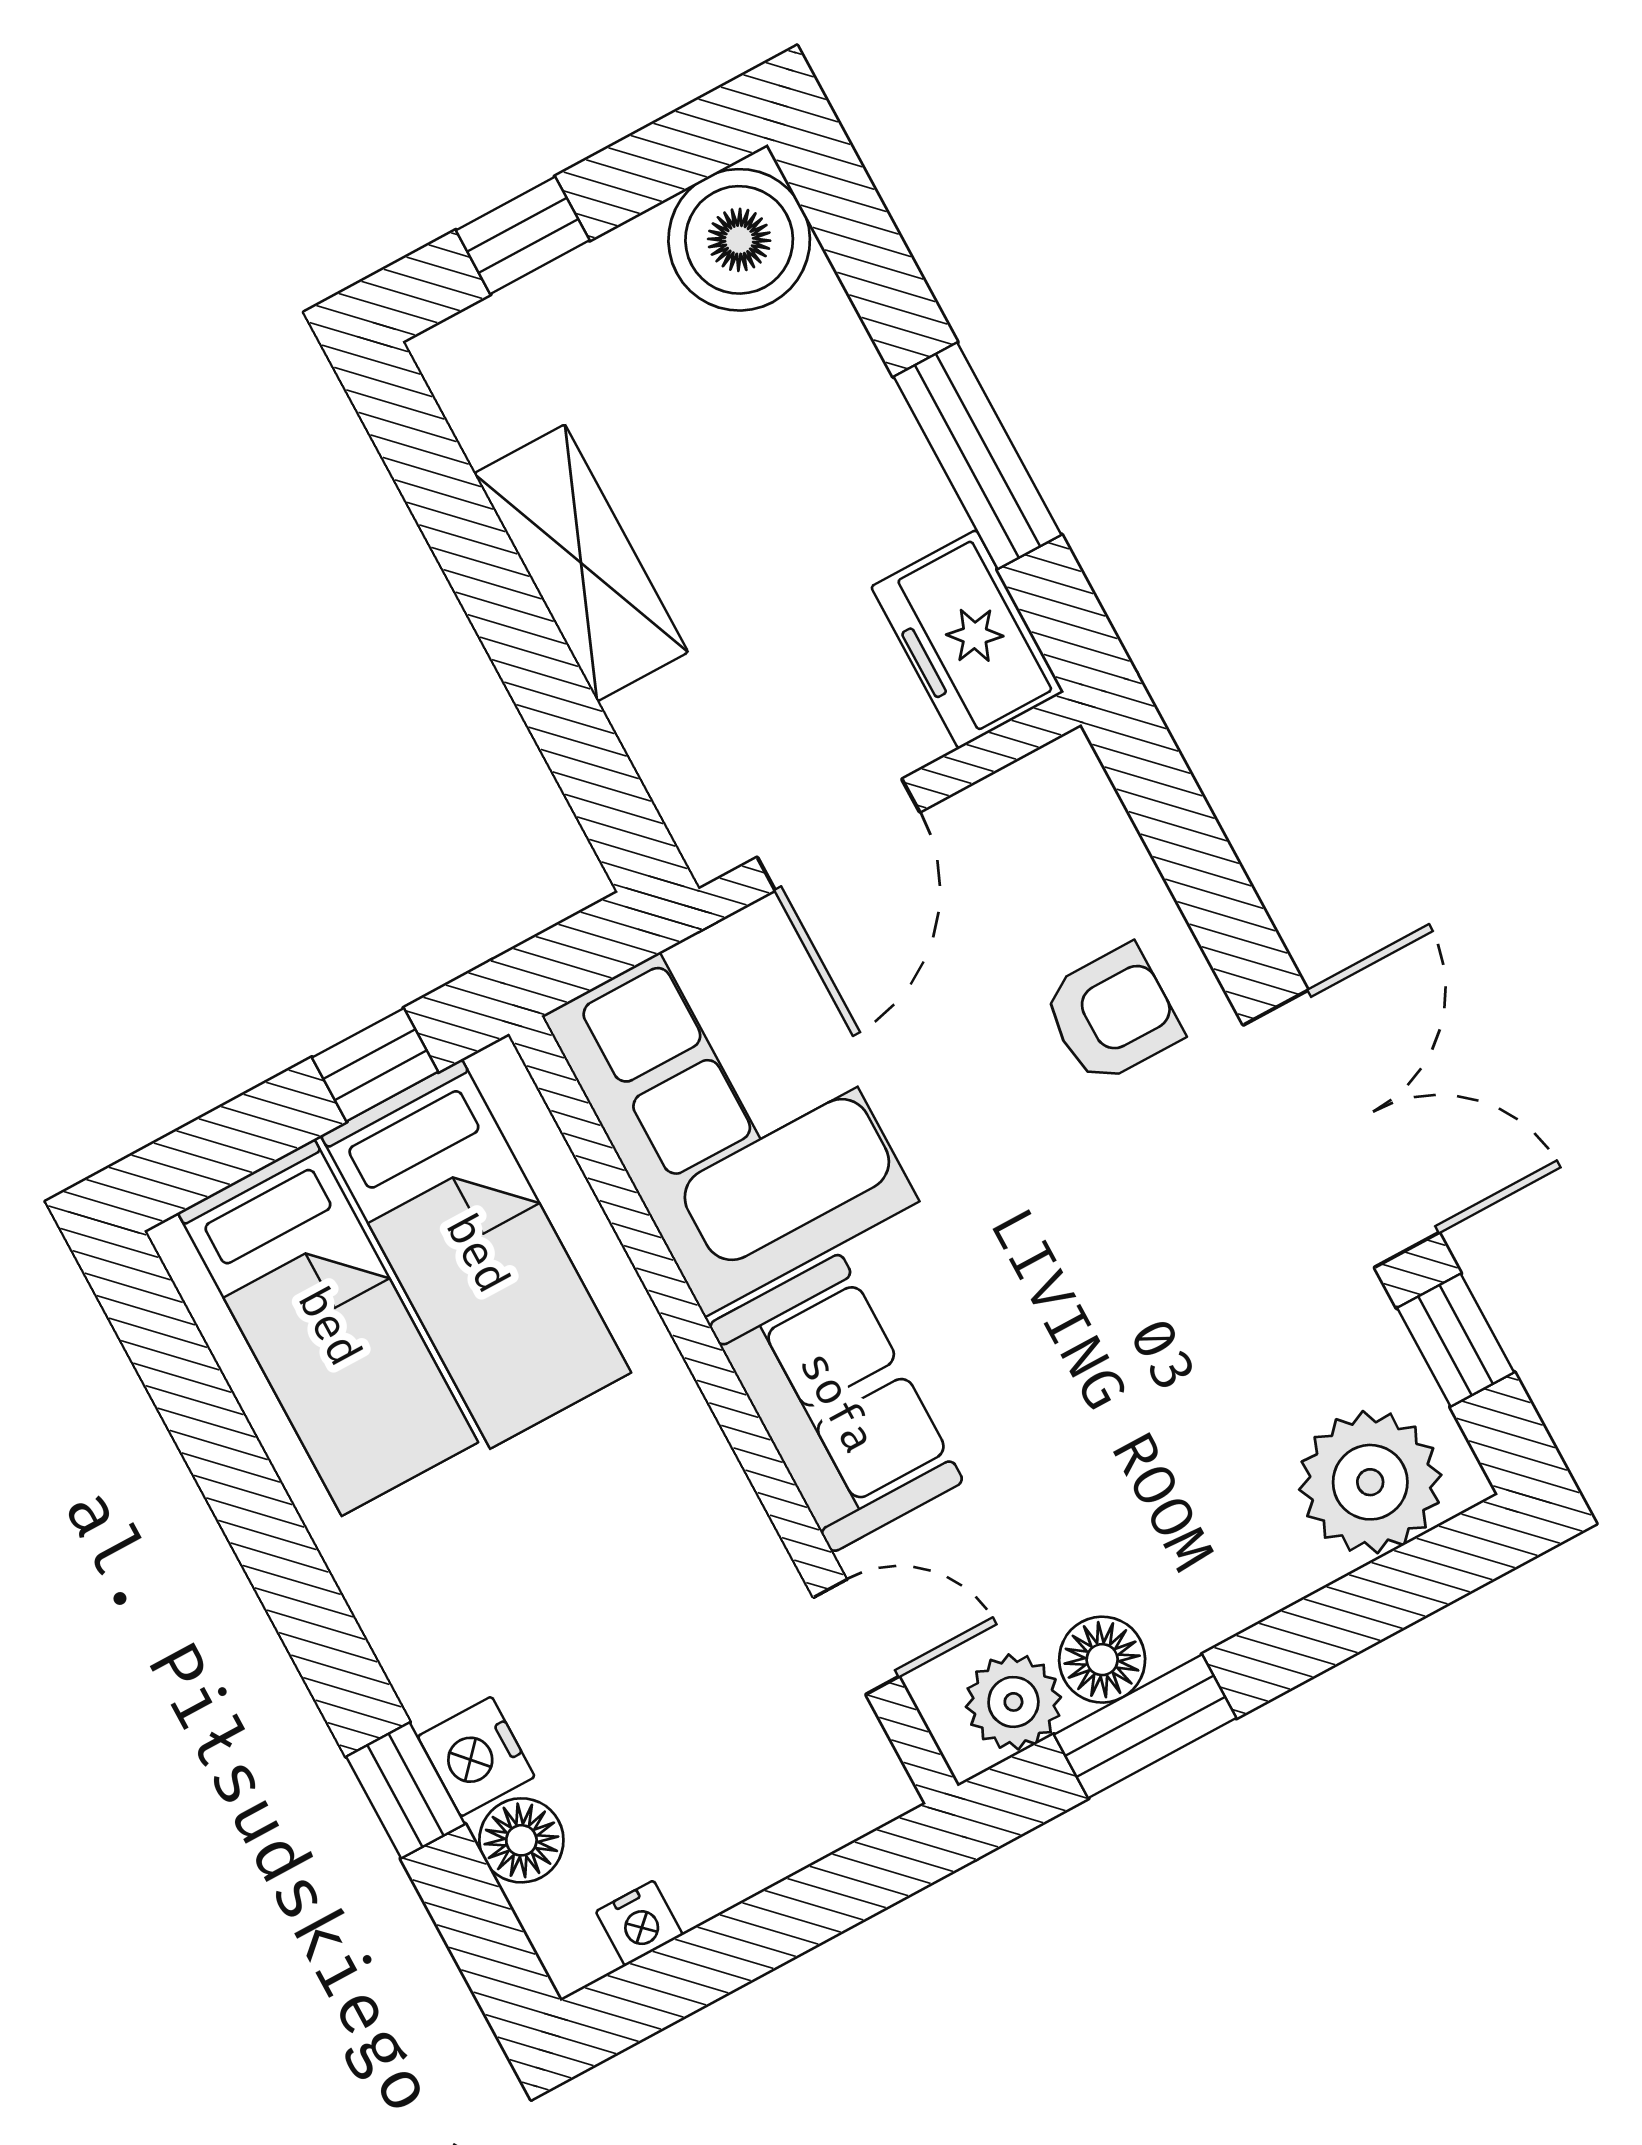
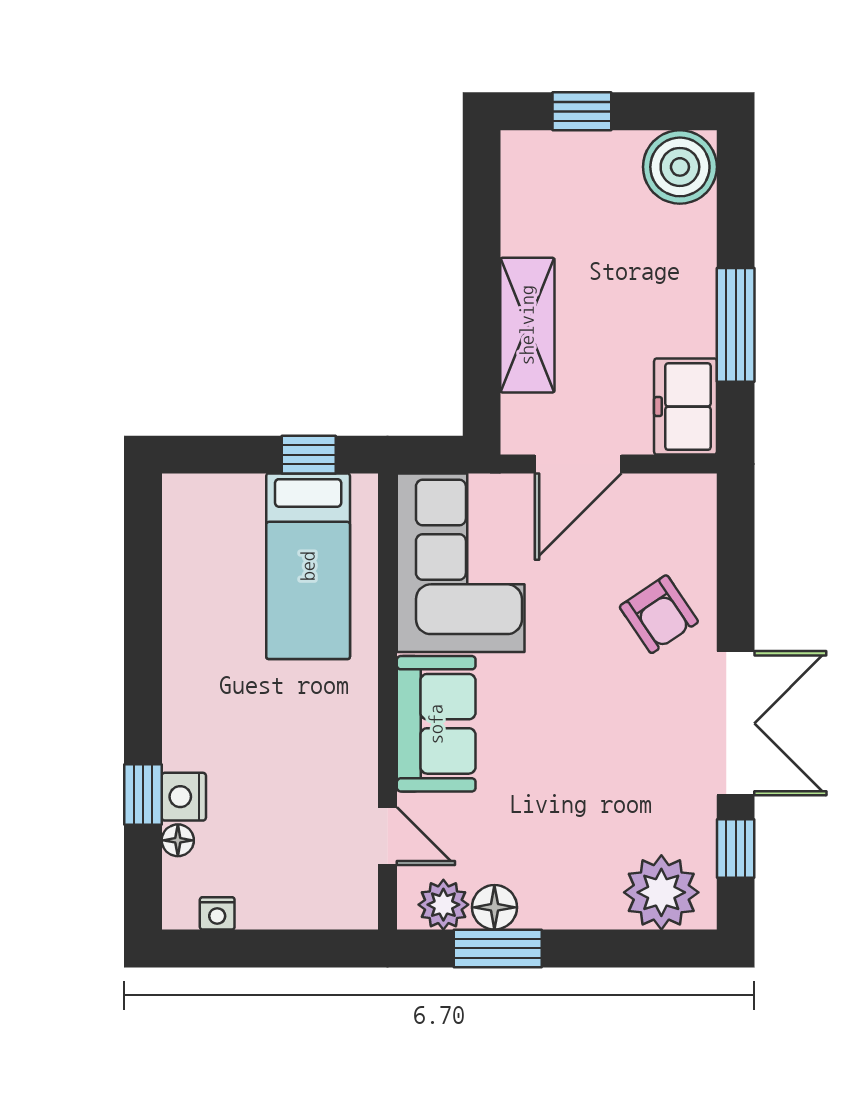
shelving: (581, 563) -> (527, 325), moved
armchair: (1112, 1014) -> (659, 614), turned 56
bed: (328, 1327) -> (222, 563), removed
floor lamp: (521, 1840) -> (178, 840), width x0.73, depth x0.73

